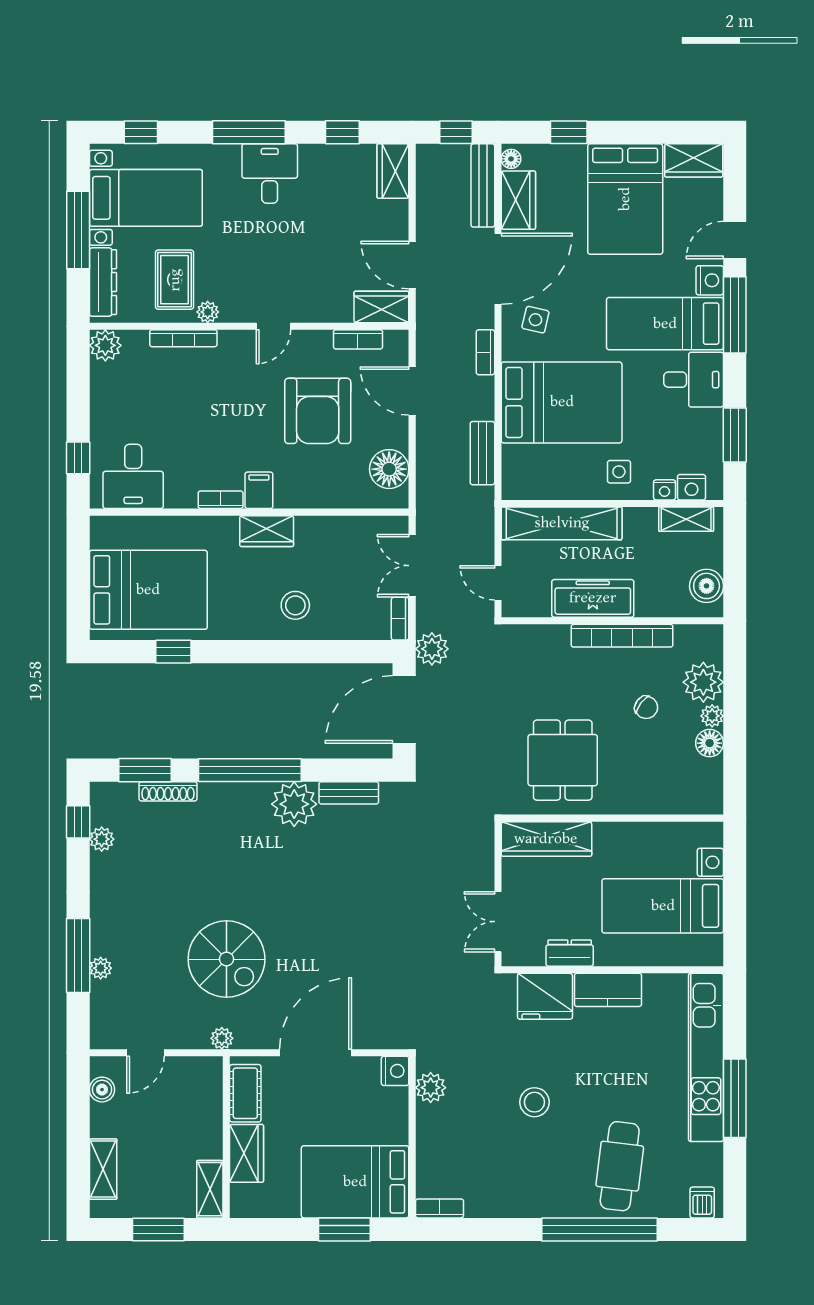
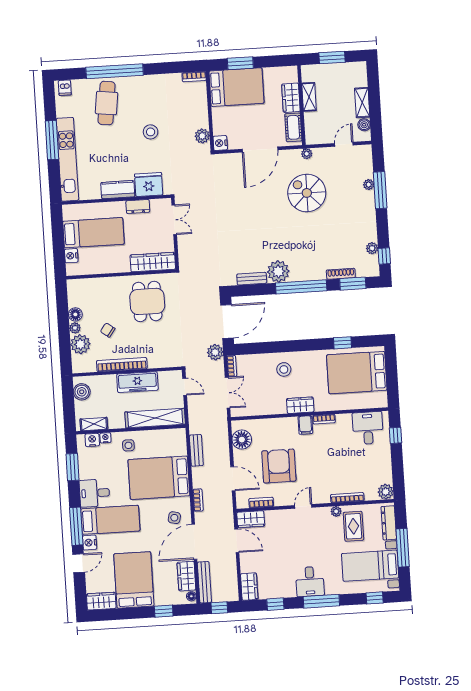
shelving: (103, 1169) -> (362, 103), moved
shelving: (210, 1189) -> (309, 97), moved

